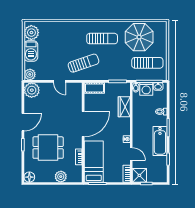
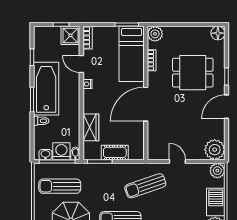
cot: (94, 88) -> (115, 152), moved
bathtub: (160, 141) -> (46, 89), width x1.36, depth x1.36
plant: (61, 177) -> (155, 34), moved

